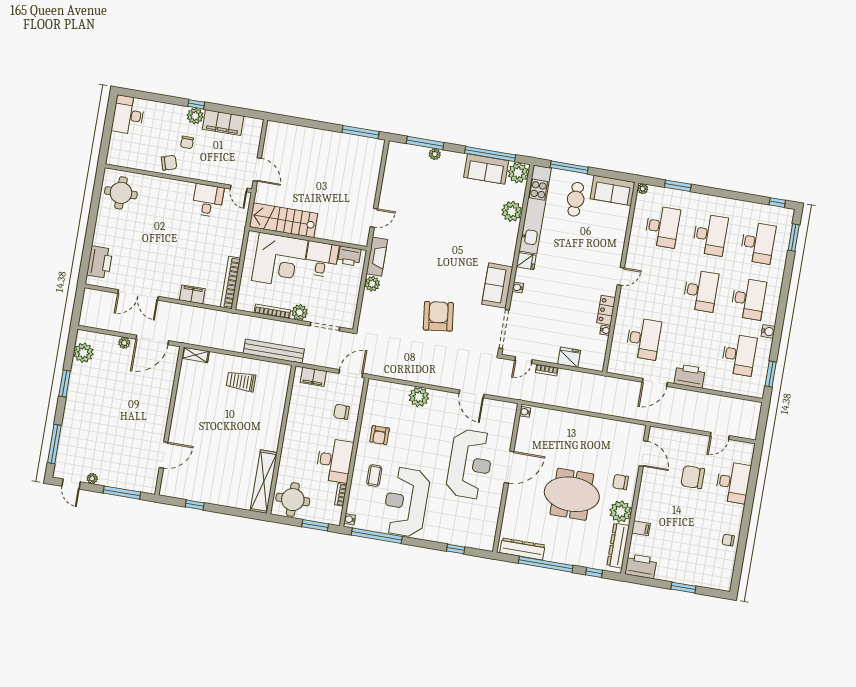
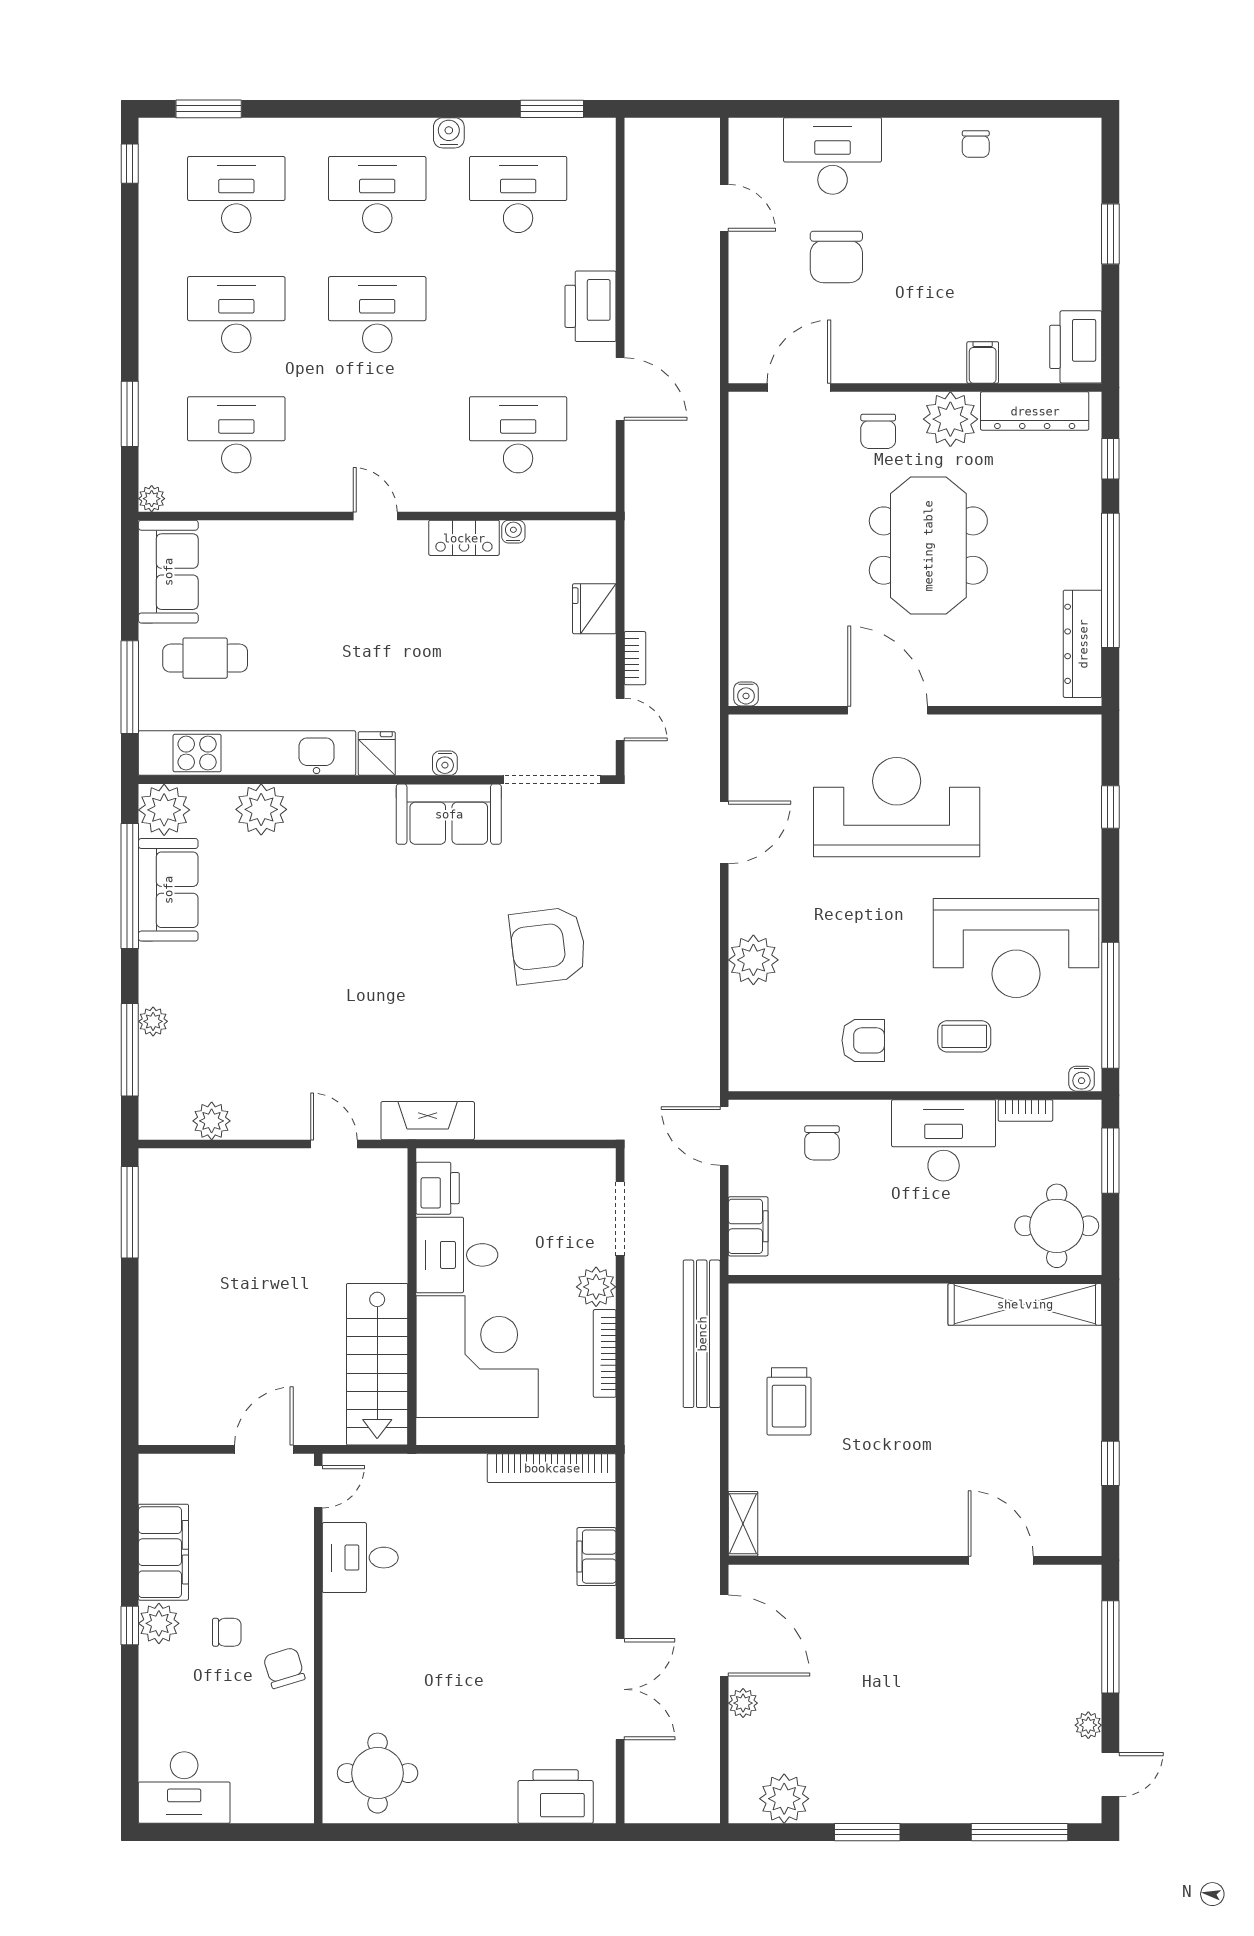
plant: (372, 284) -> (212, 1121), moved

